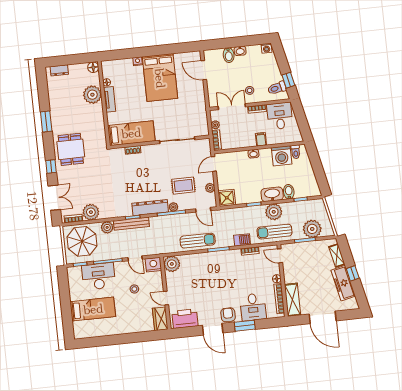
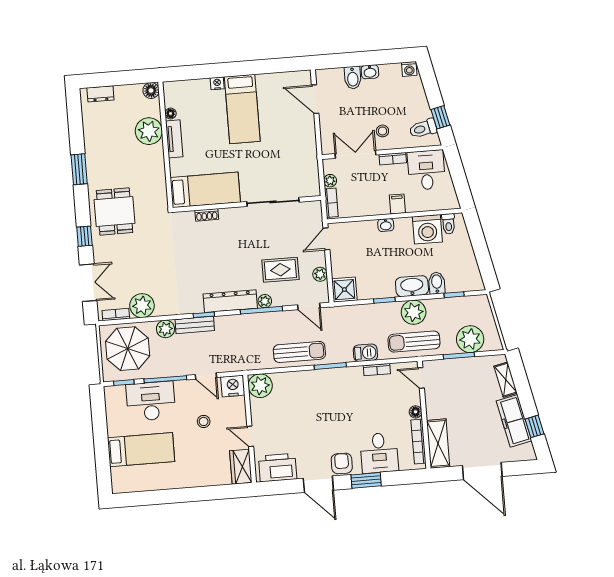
bed: (160, 78) -> (242, 109), width x0.67
bench: (131, 224) -> (195, 325), width x0.73
window: (353, 273) -> (535, 426), moved

